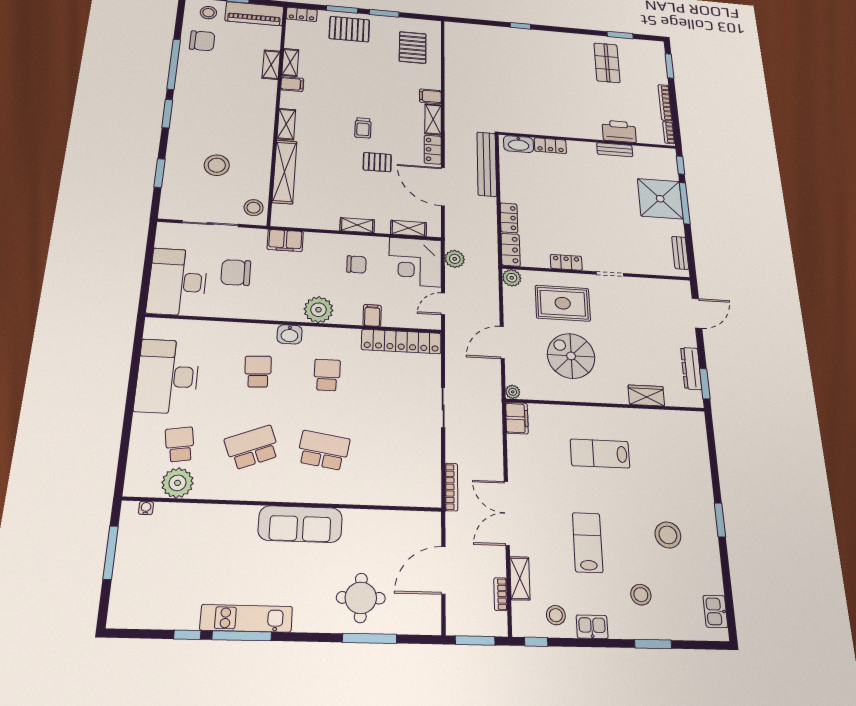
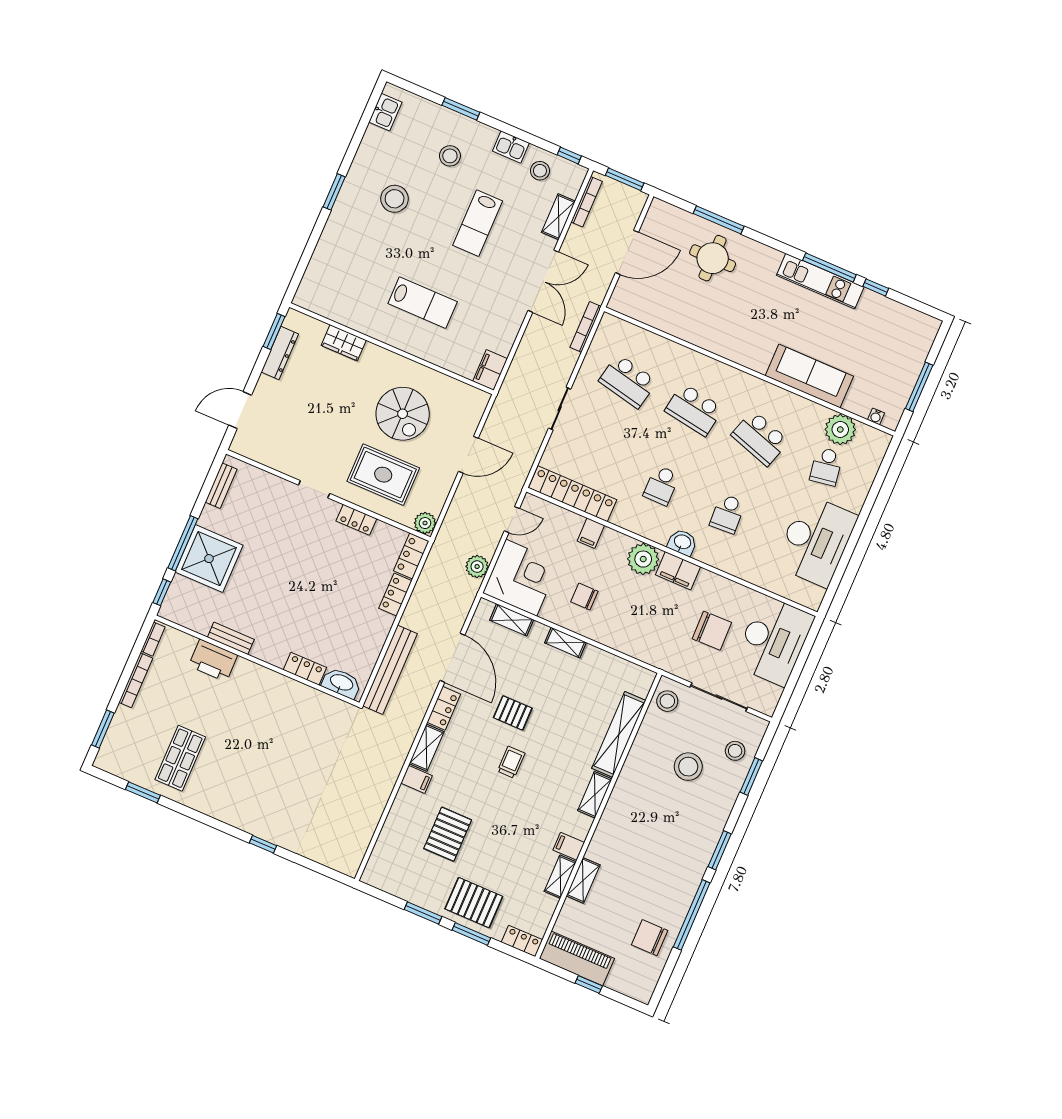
stool: (208, 13) -> (735, 751), moved
pallet: (413, 47) -> (448, 834), moved
filing cabinet: (285, 240) -> (678, 571), moved, turned 180
plant: (513, 392) -> (482, 398), removed
school desk: (252, 447) -> (760, 438), turned 39
school desk: (393, 453) -> (628, 381), added
sofa: (300, 524) -> (809, 376), moved
bookcase: (501, 594) -> (587, 202), width x1.56

